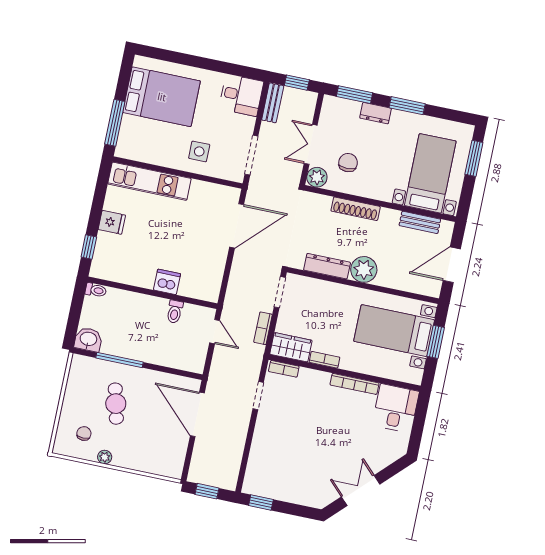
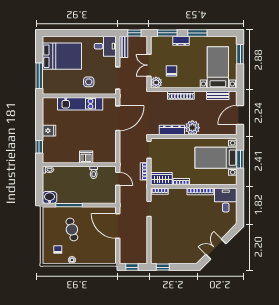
kitchen unit: (149, 181) -> (80, 104), moved

